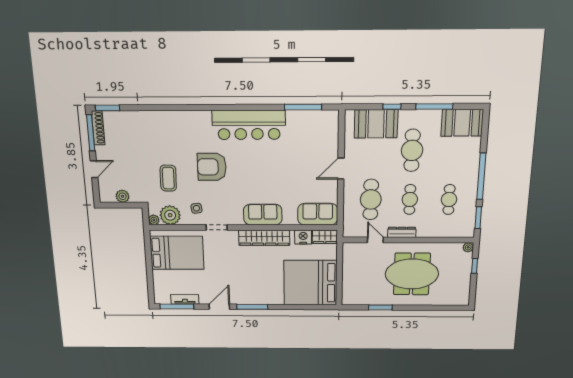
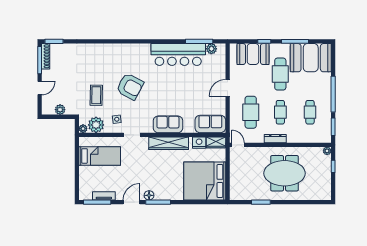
plant: (320, 117) -> (211, 49), added
booth: (462, 123) -> (311, 58), width x1.36, depth x1.42
bar counter: (249, 125) -> (178, 54), moved
armchair: (212, 167) -> (130, 86), turned -152
door: (375, 240) -> (238, 145), moved
bed: (177, 253) -> (100, 156), width x0.67
floor lamp: (241, 299) -> (149, 195), added

